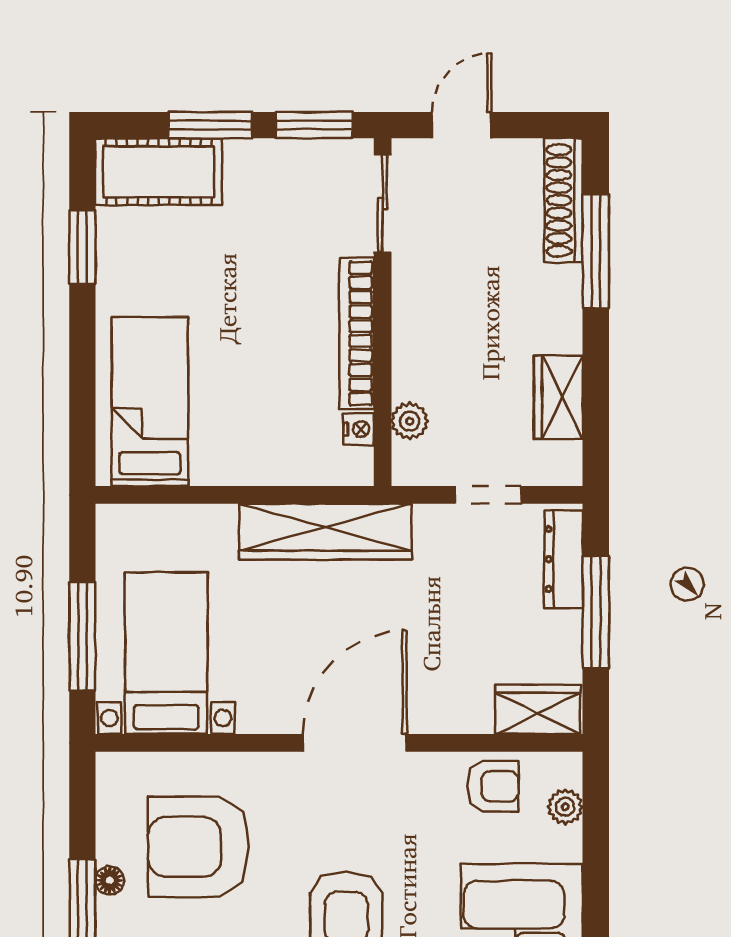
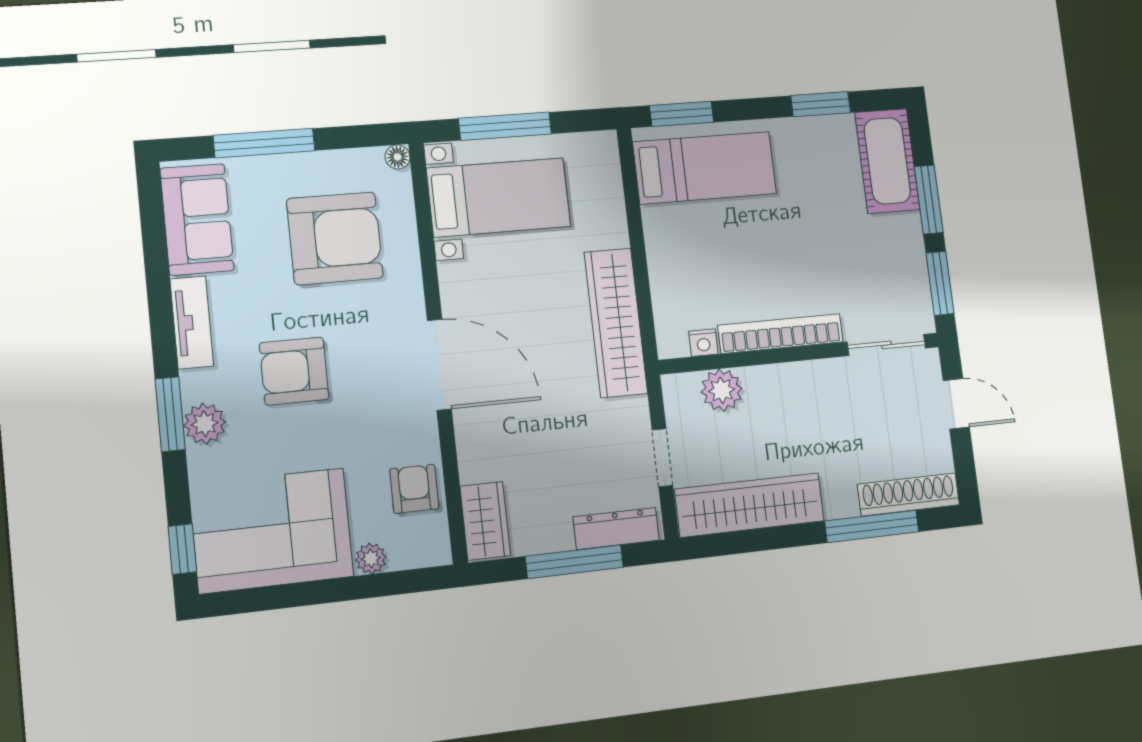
wardrobe: (558, 397) -> (750, 505), width x2.10, depth x1.17
plant: (410, 421) -> (722, 390), width x1.38, depth x1.38
window: (82, 422) -> (682, 114), added
armchair: (493, 786) -> (414, 489), turned 180
plant: (565, 807) -> (371, 559), moved
armchair: (199, 847) -> (335, 238), turned 90
floor lamp: (110, 880) -> (398, 157), moved

